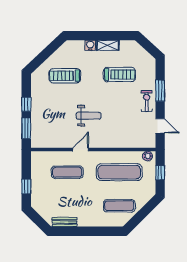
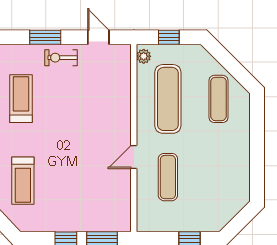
weight bench: (88, 116) -> (83, 145), removed
door: (160, 126) -> (98, 37), hinge flipped
door: (81, 149) -> (134, 157), hinge flipped
bench: (64, 222) -> (243, 181), removed

